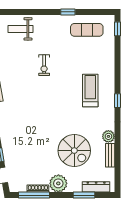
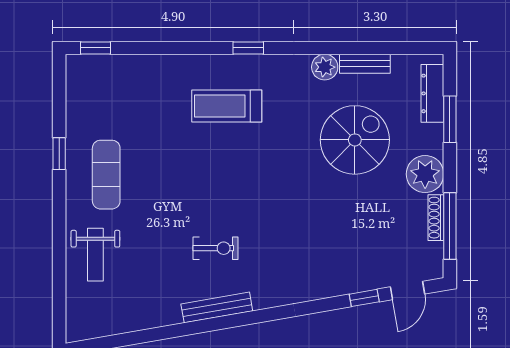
exercise mat: (87, 30) -> (106, 175), moved
exercise bike: (44, 65) -> (216, 248), moved

